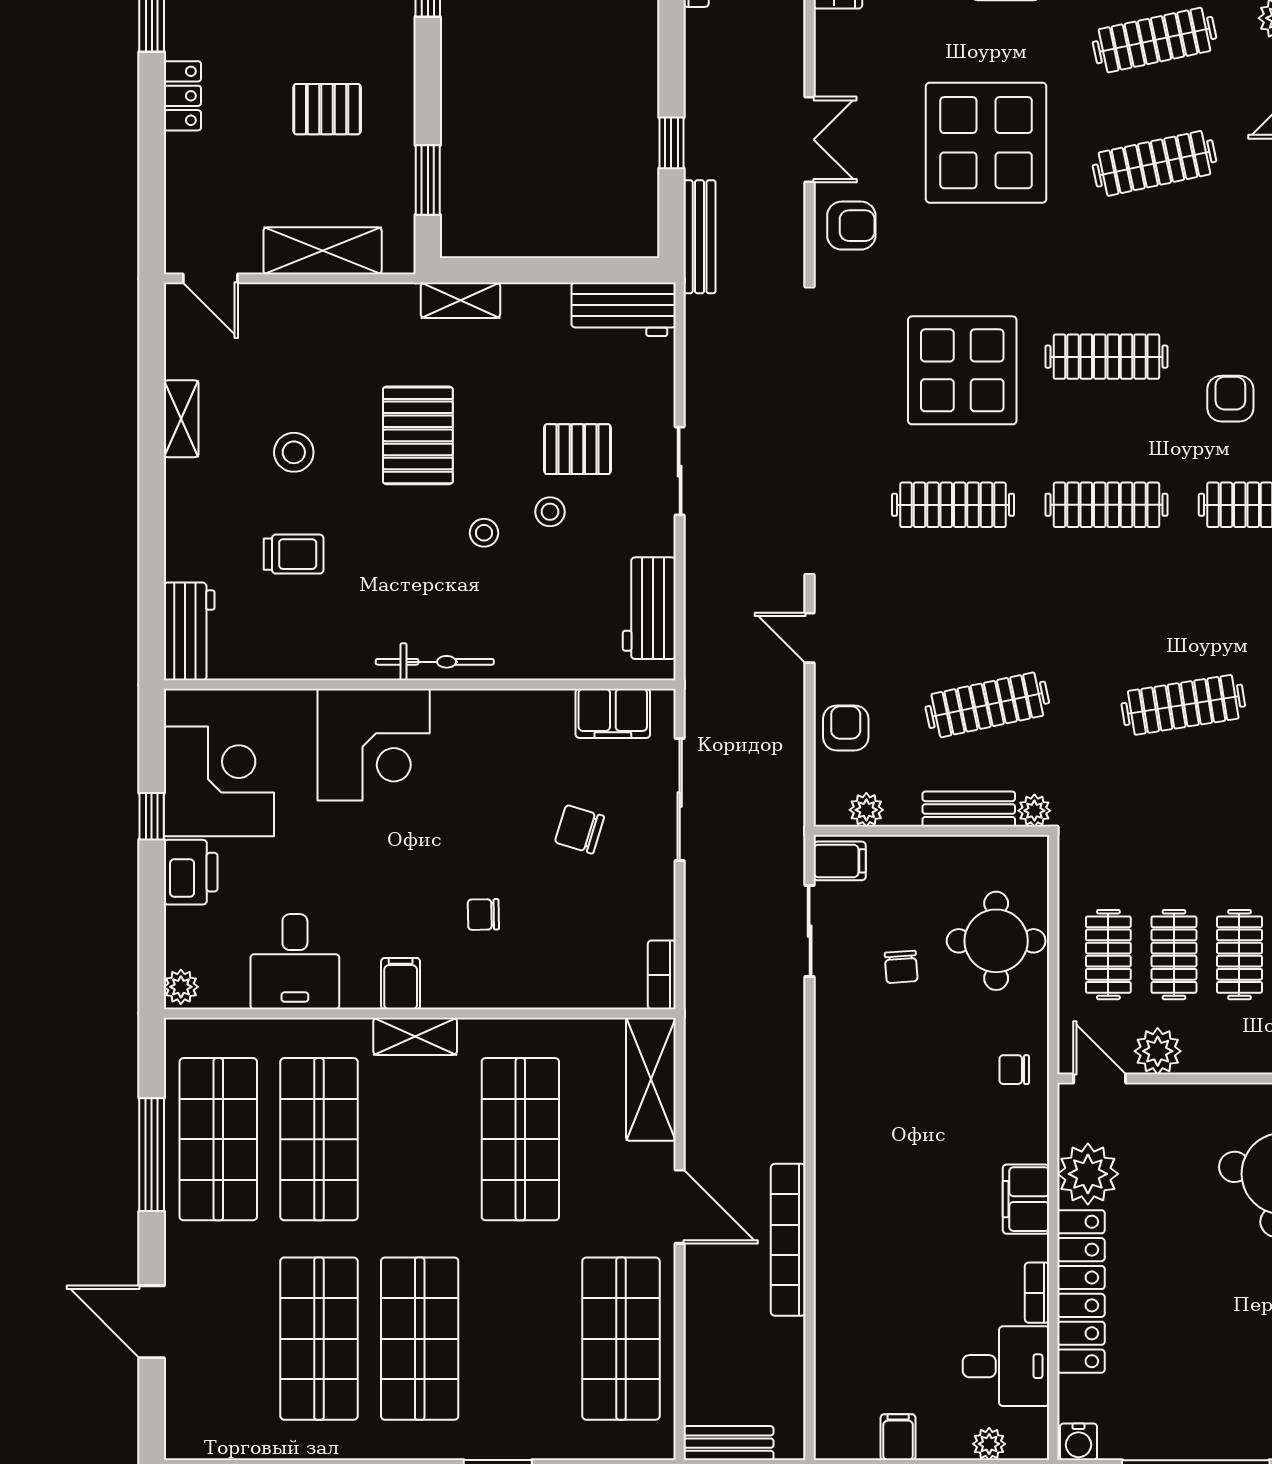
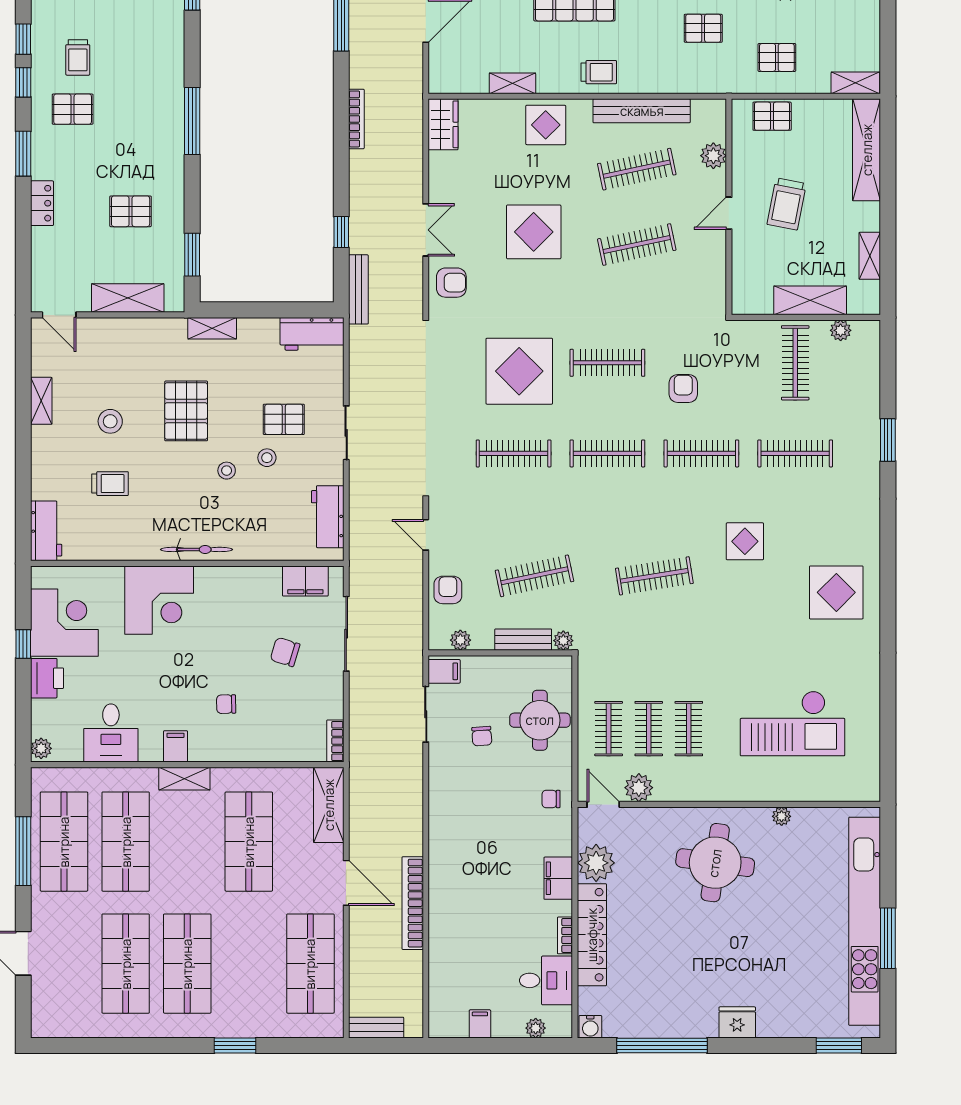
display table: (986, 143) -> (534, 232), width x0.73, depth x0.73

